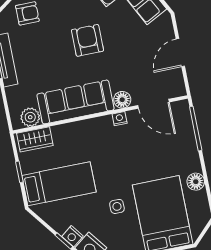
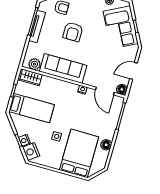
armchair: (87, 40) -> (73, 32), moved, turned 180
floor lamp: (122, 100) -> (122, 89), moved

